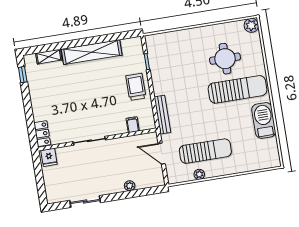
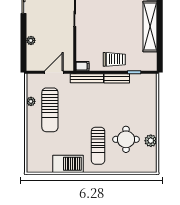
plant: (251, 25) -> (151, 141), moved
bench: (157, 80) -> (117, 78), added
sun lounger: (238, 89) -> (98, 146), width x0.73, depth x0.75
filing cabinet: (133, 125) -> (82, 66), moved

